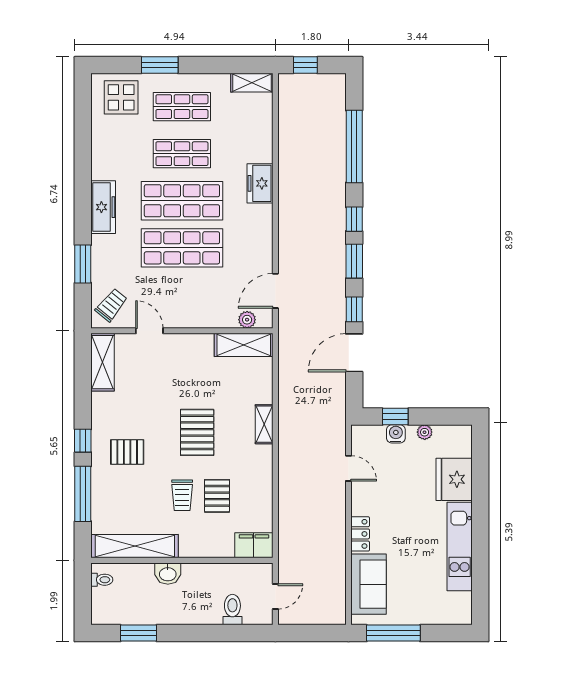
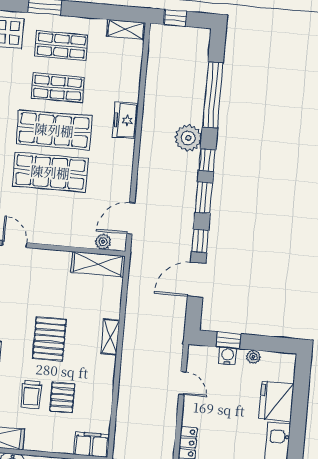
plant: (331, 197) -> (188, 138), added

